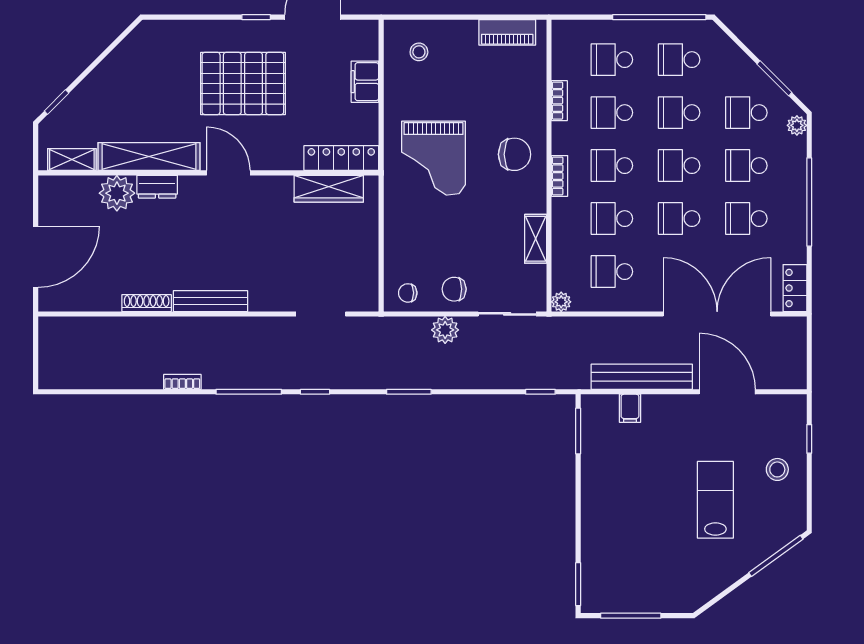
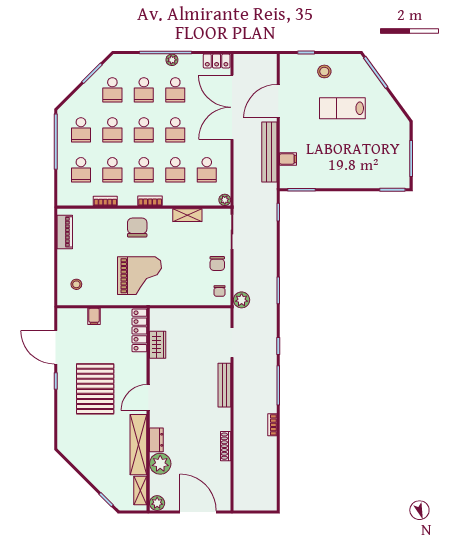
filing cabinet: (365, 82) -> (94, 316), width x0.50
plant: (797, 125) -> (172, 60), moved
plant: (51, 188) -> (157, 503), added
wardrobe: (329, 189) -> (158, 345), width x0.67
bench: (210, 301) -> (224, 385), moved
plant: (445, 330) -> (242, 300), moved

